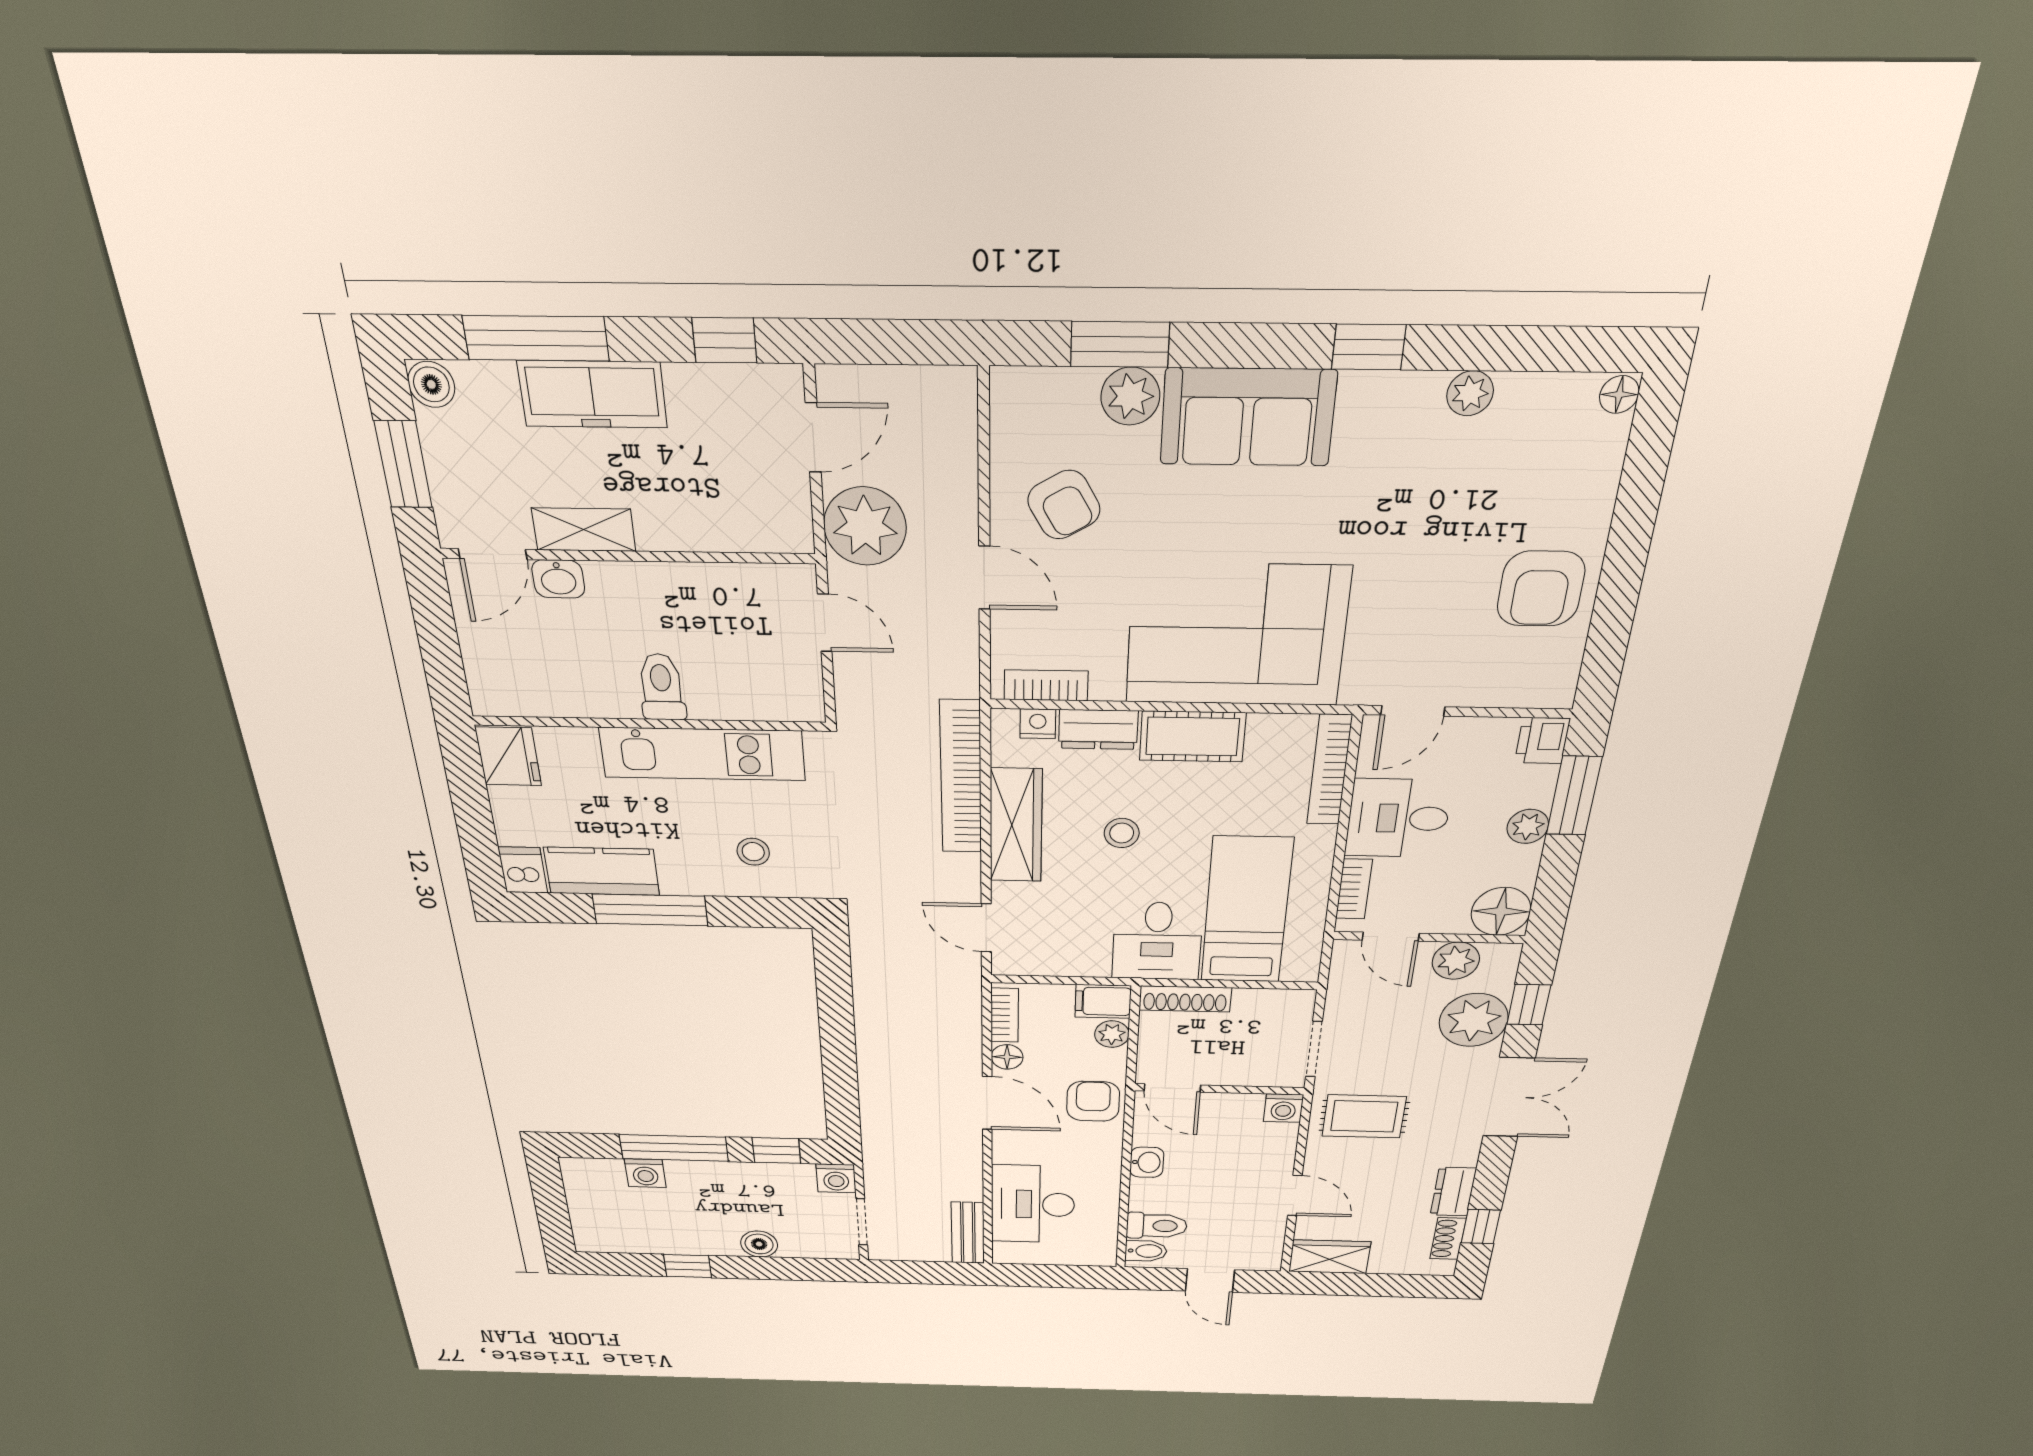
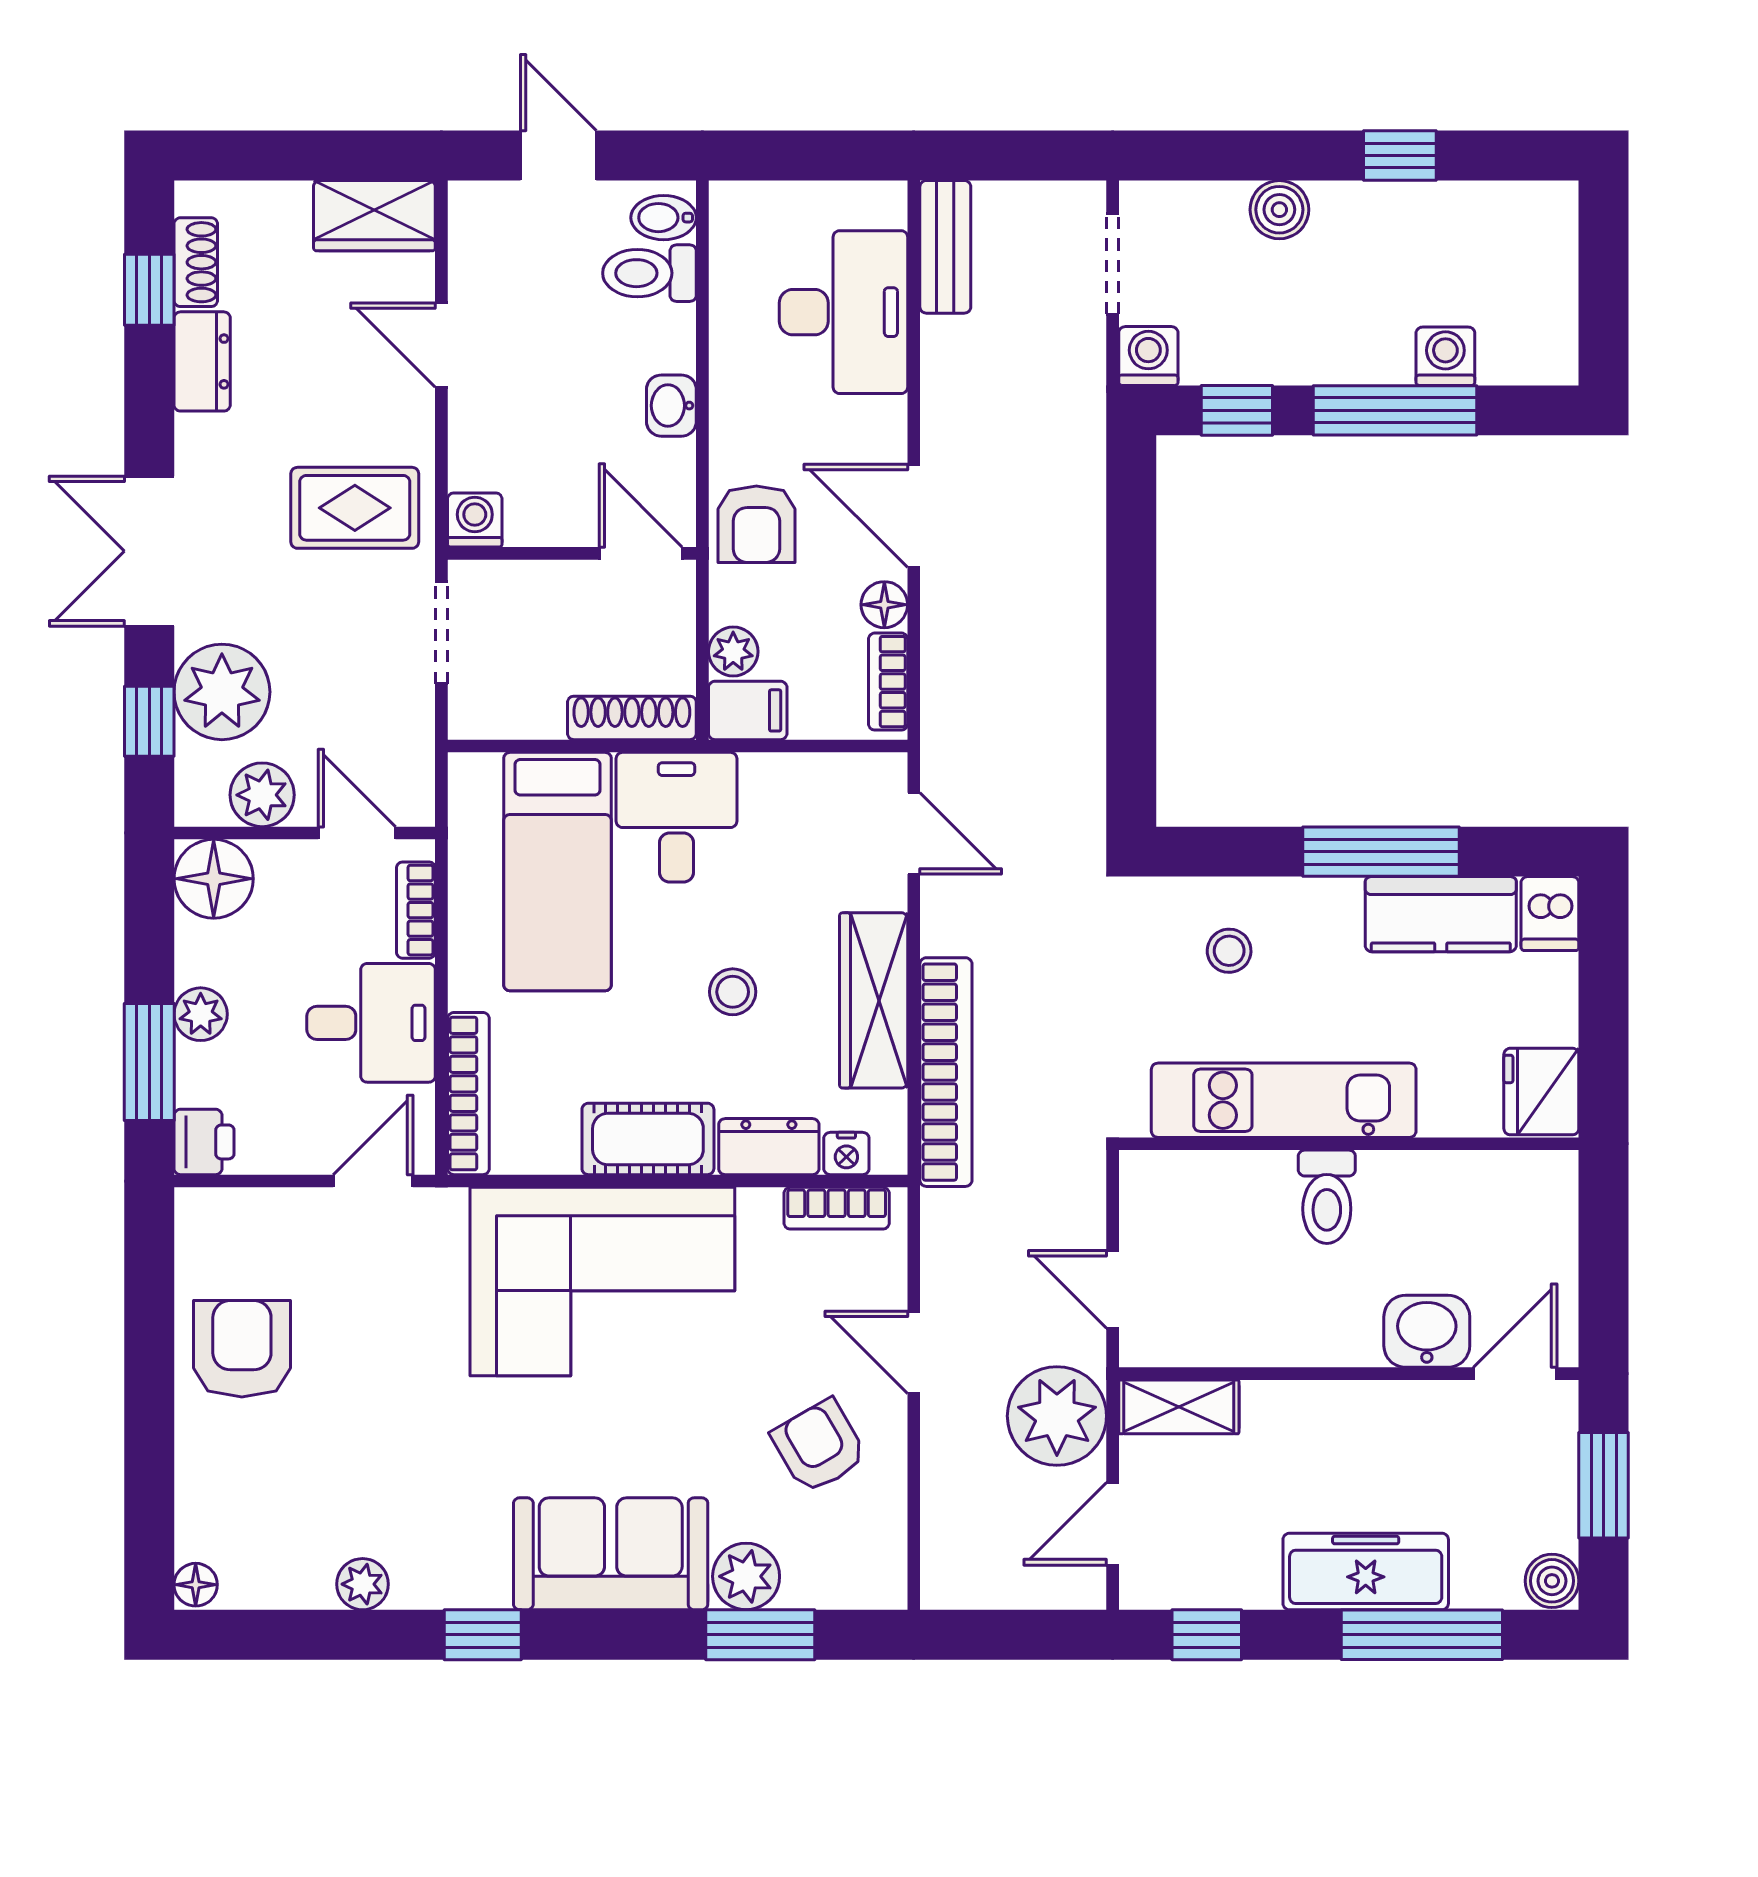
shelving: (584, 530) -> (1179, 1407), moved
washbasin: (558, 579) -> (1427, 1331), width x1.38, depth x1.45

